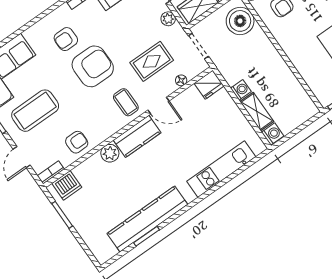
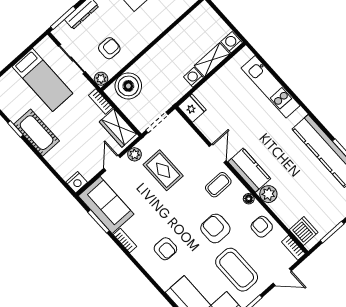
rug: (152, 61) -> (163, 170), moved
armchair: (93, 66) -> (215, 228), moved, width x0.73, depth x0.73
floor lamp: (181, 80) -> (249, 199), moved

